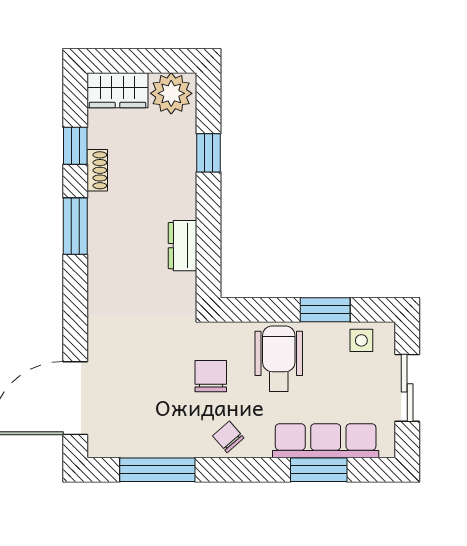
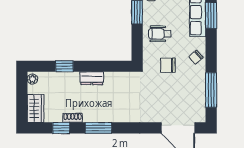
plant: (171, 93) -> (32, 79), width x0.53, depth x0.53
dresser: (183, 246) -> (92, 78), moved
wheelchair: (279, 359) -> (160, 34), width x0.73, depth x0.73

